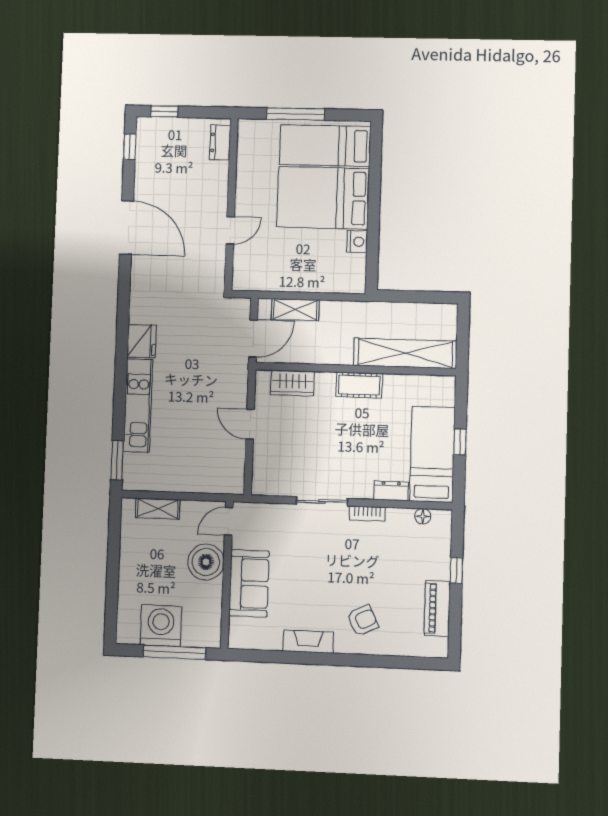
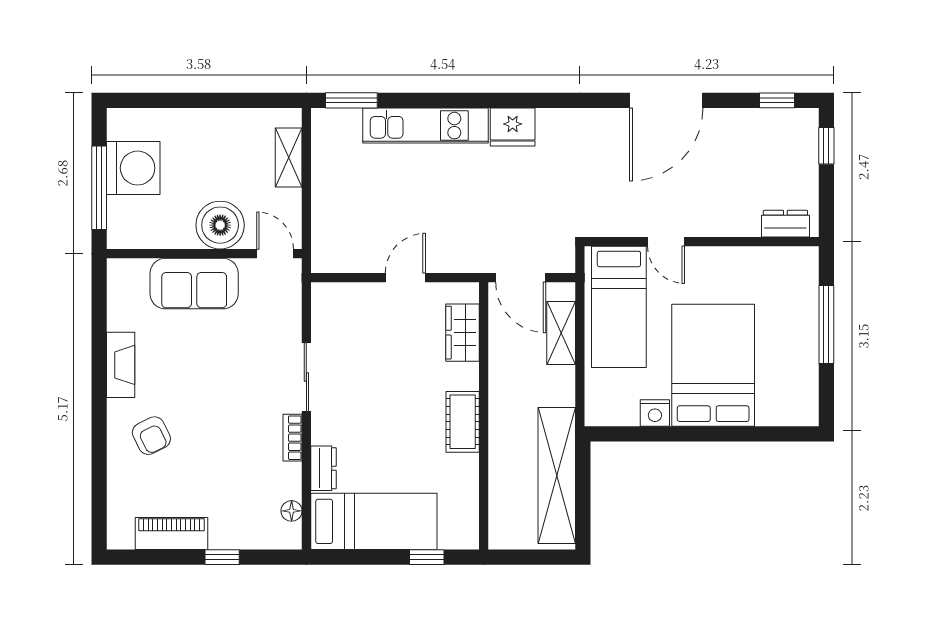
bed: (325, 146) -> (619, 307), moved, turned 180
shelving: (405, 353) -> (557, 475), moved
window: (460, 442) -> (427, 557), moved

